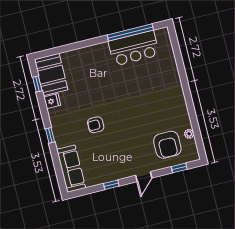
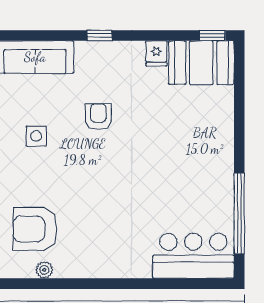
bar counter: (134, 48) -> (193, 256), moved, turned 90
window: (37, 84) -> (212, 36), moved
side table: (115, 157) -> (36, 136), added

